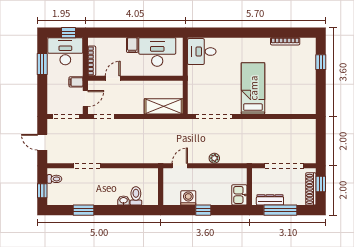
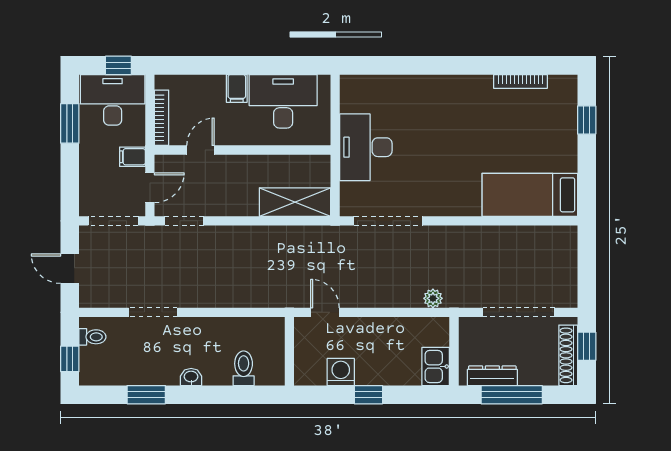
desk: (202, 52) -> (366, 147), moved, width x1.37
bed: (253, 88) -> (530, 195), moved, turned -90
plant: (214, 158) -> (433, 298), moved
door: (180, 166) -> (325, 312), hinge flipped
washbasin: (124, 201) -> (191, 377), moved

